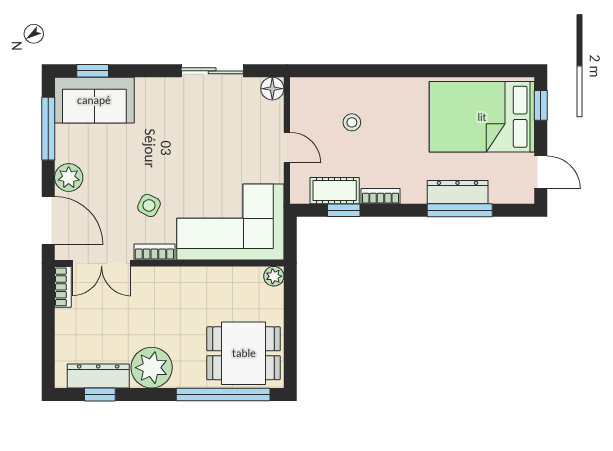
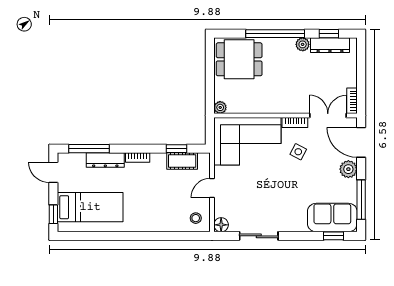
bed: (482, 117) -> (90, 207), width x0.67
stool: (352, 122) -> (196, 218), moved
door: (287, 147) -> (212, 188), hinge flipped
bookcase: (381, 196) -> (138, 157), moved
window: (460, 210) -> (89, 149), moved
plant: (152, 368) -> (303, 44), width x0.53, depth x0.53
window: (223, 394) -> (275, 34), moved

